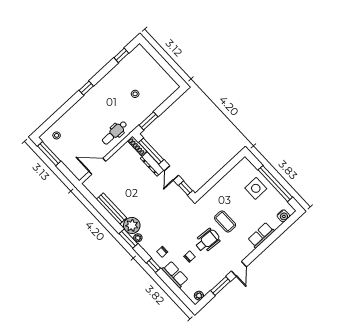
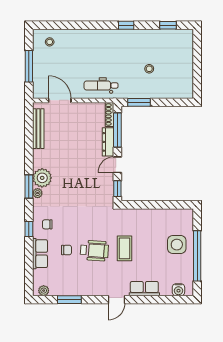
window: (86, 88) -> (126, 25), moved
window: (49, 154) -> (29, 66), moved
bench: (111, 209) -> (38, 129), moved
door: (239, 269) -> (116, 300), moved

